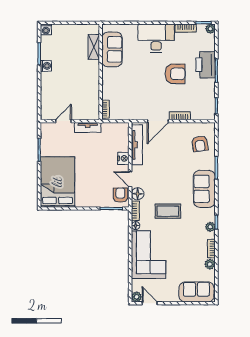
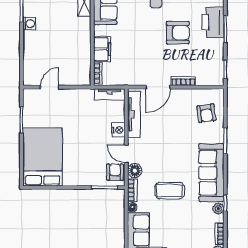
filing cabinet: (109, 88) -> (102, 49), added
tv unit: (88, 127) -> (110, 94), moved
sofa: (204, 189) -> (211, 173), width x1.36

